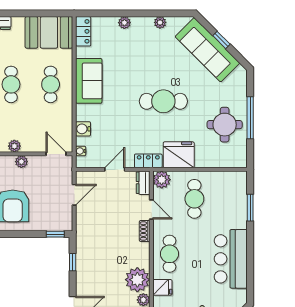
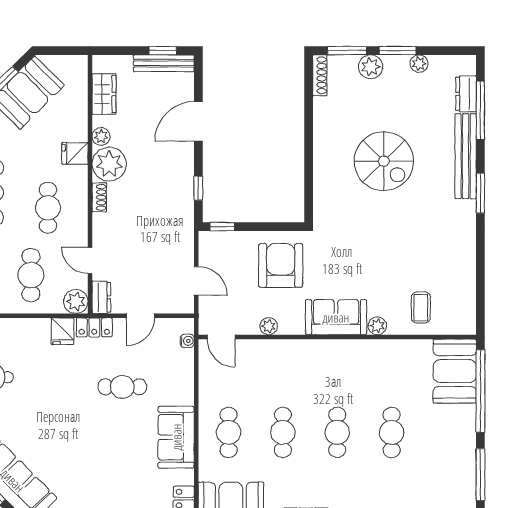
cafe table: (163, 101) -> (122, 387), moved, width x0.73, depth x0.74
water cooler: (83, 129) -> (184, 371), removed
plant: (14, 146) -> (278, 348), removed
fridge: (179, 155) -> (62, 331), width x0.53, depth x0.75
door: (74, 195) -> (196, 281), swing flipped
shoe rack: (145, 231) -> (99, 197), moved
cafe table: (169, 254) -> (48, 208), moved

